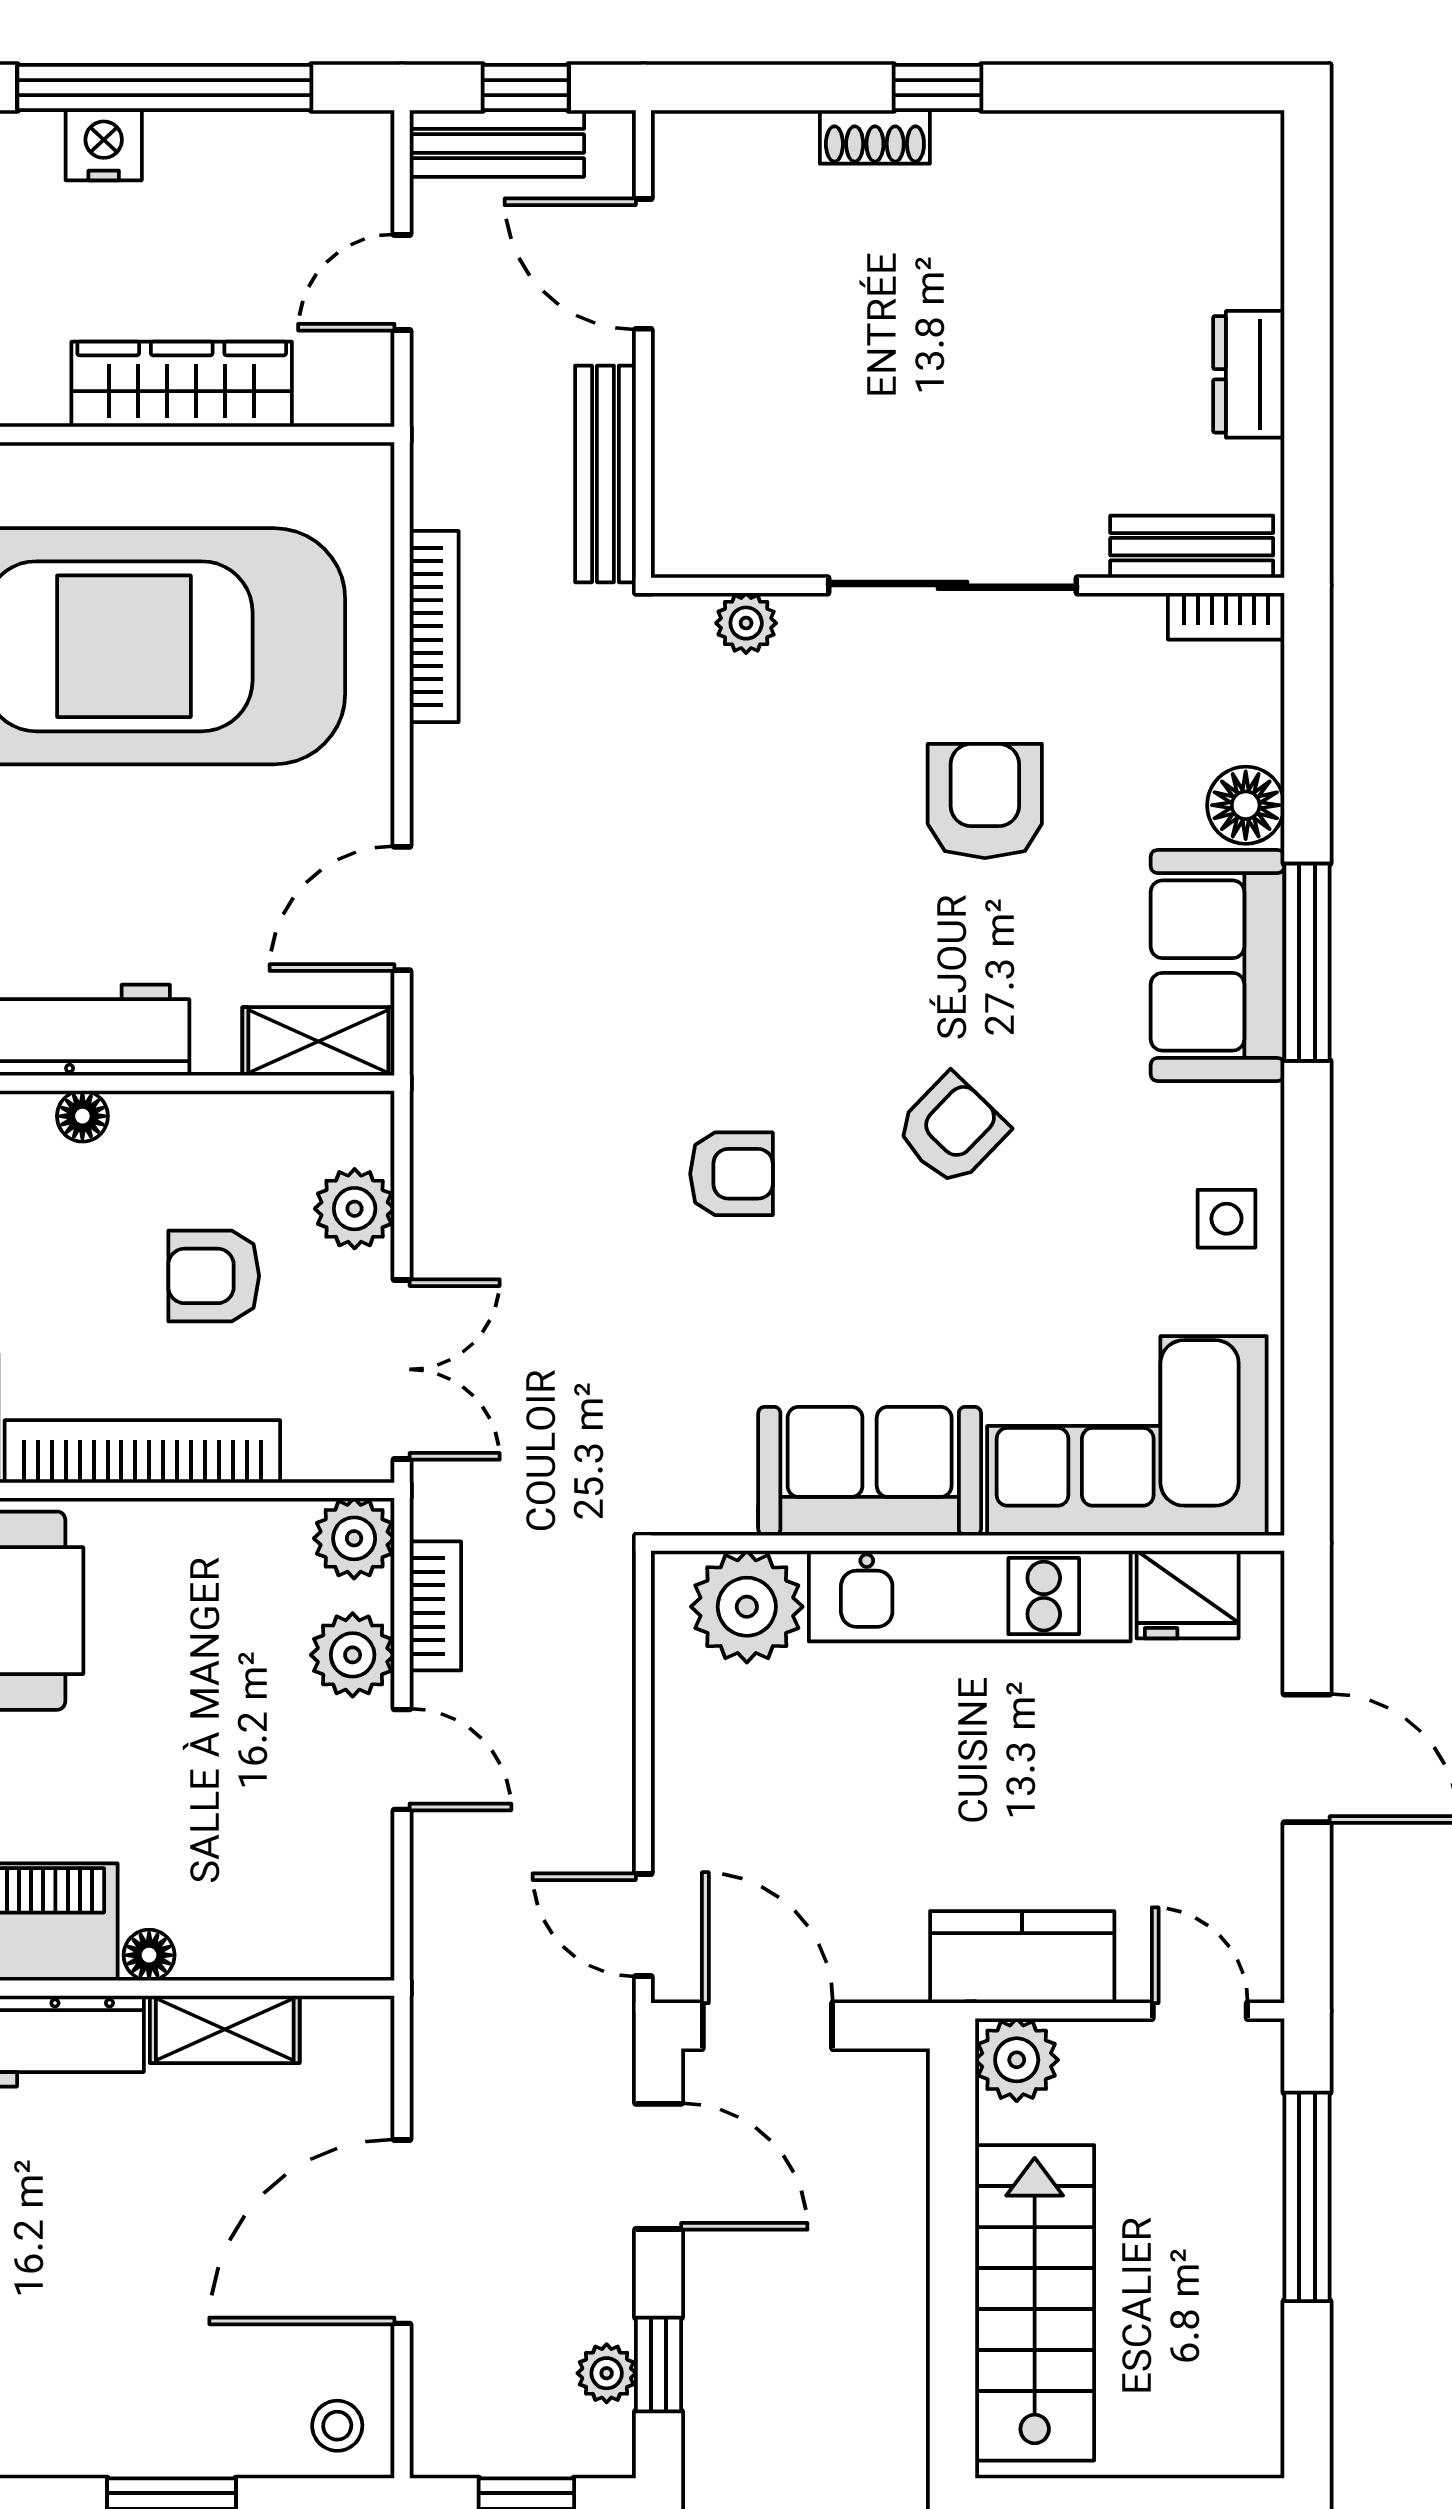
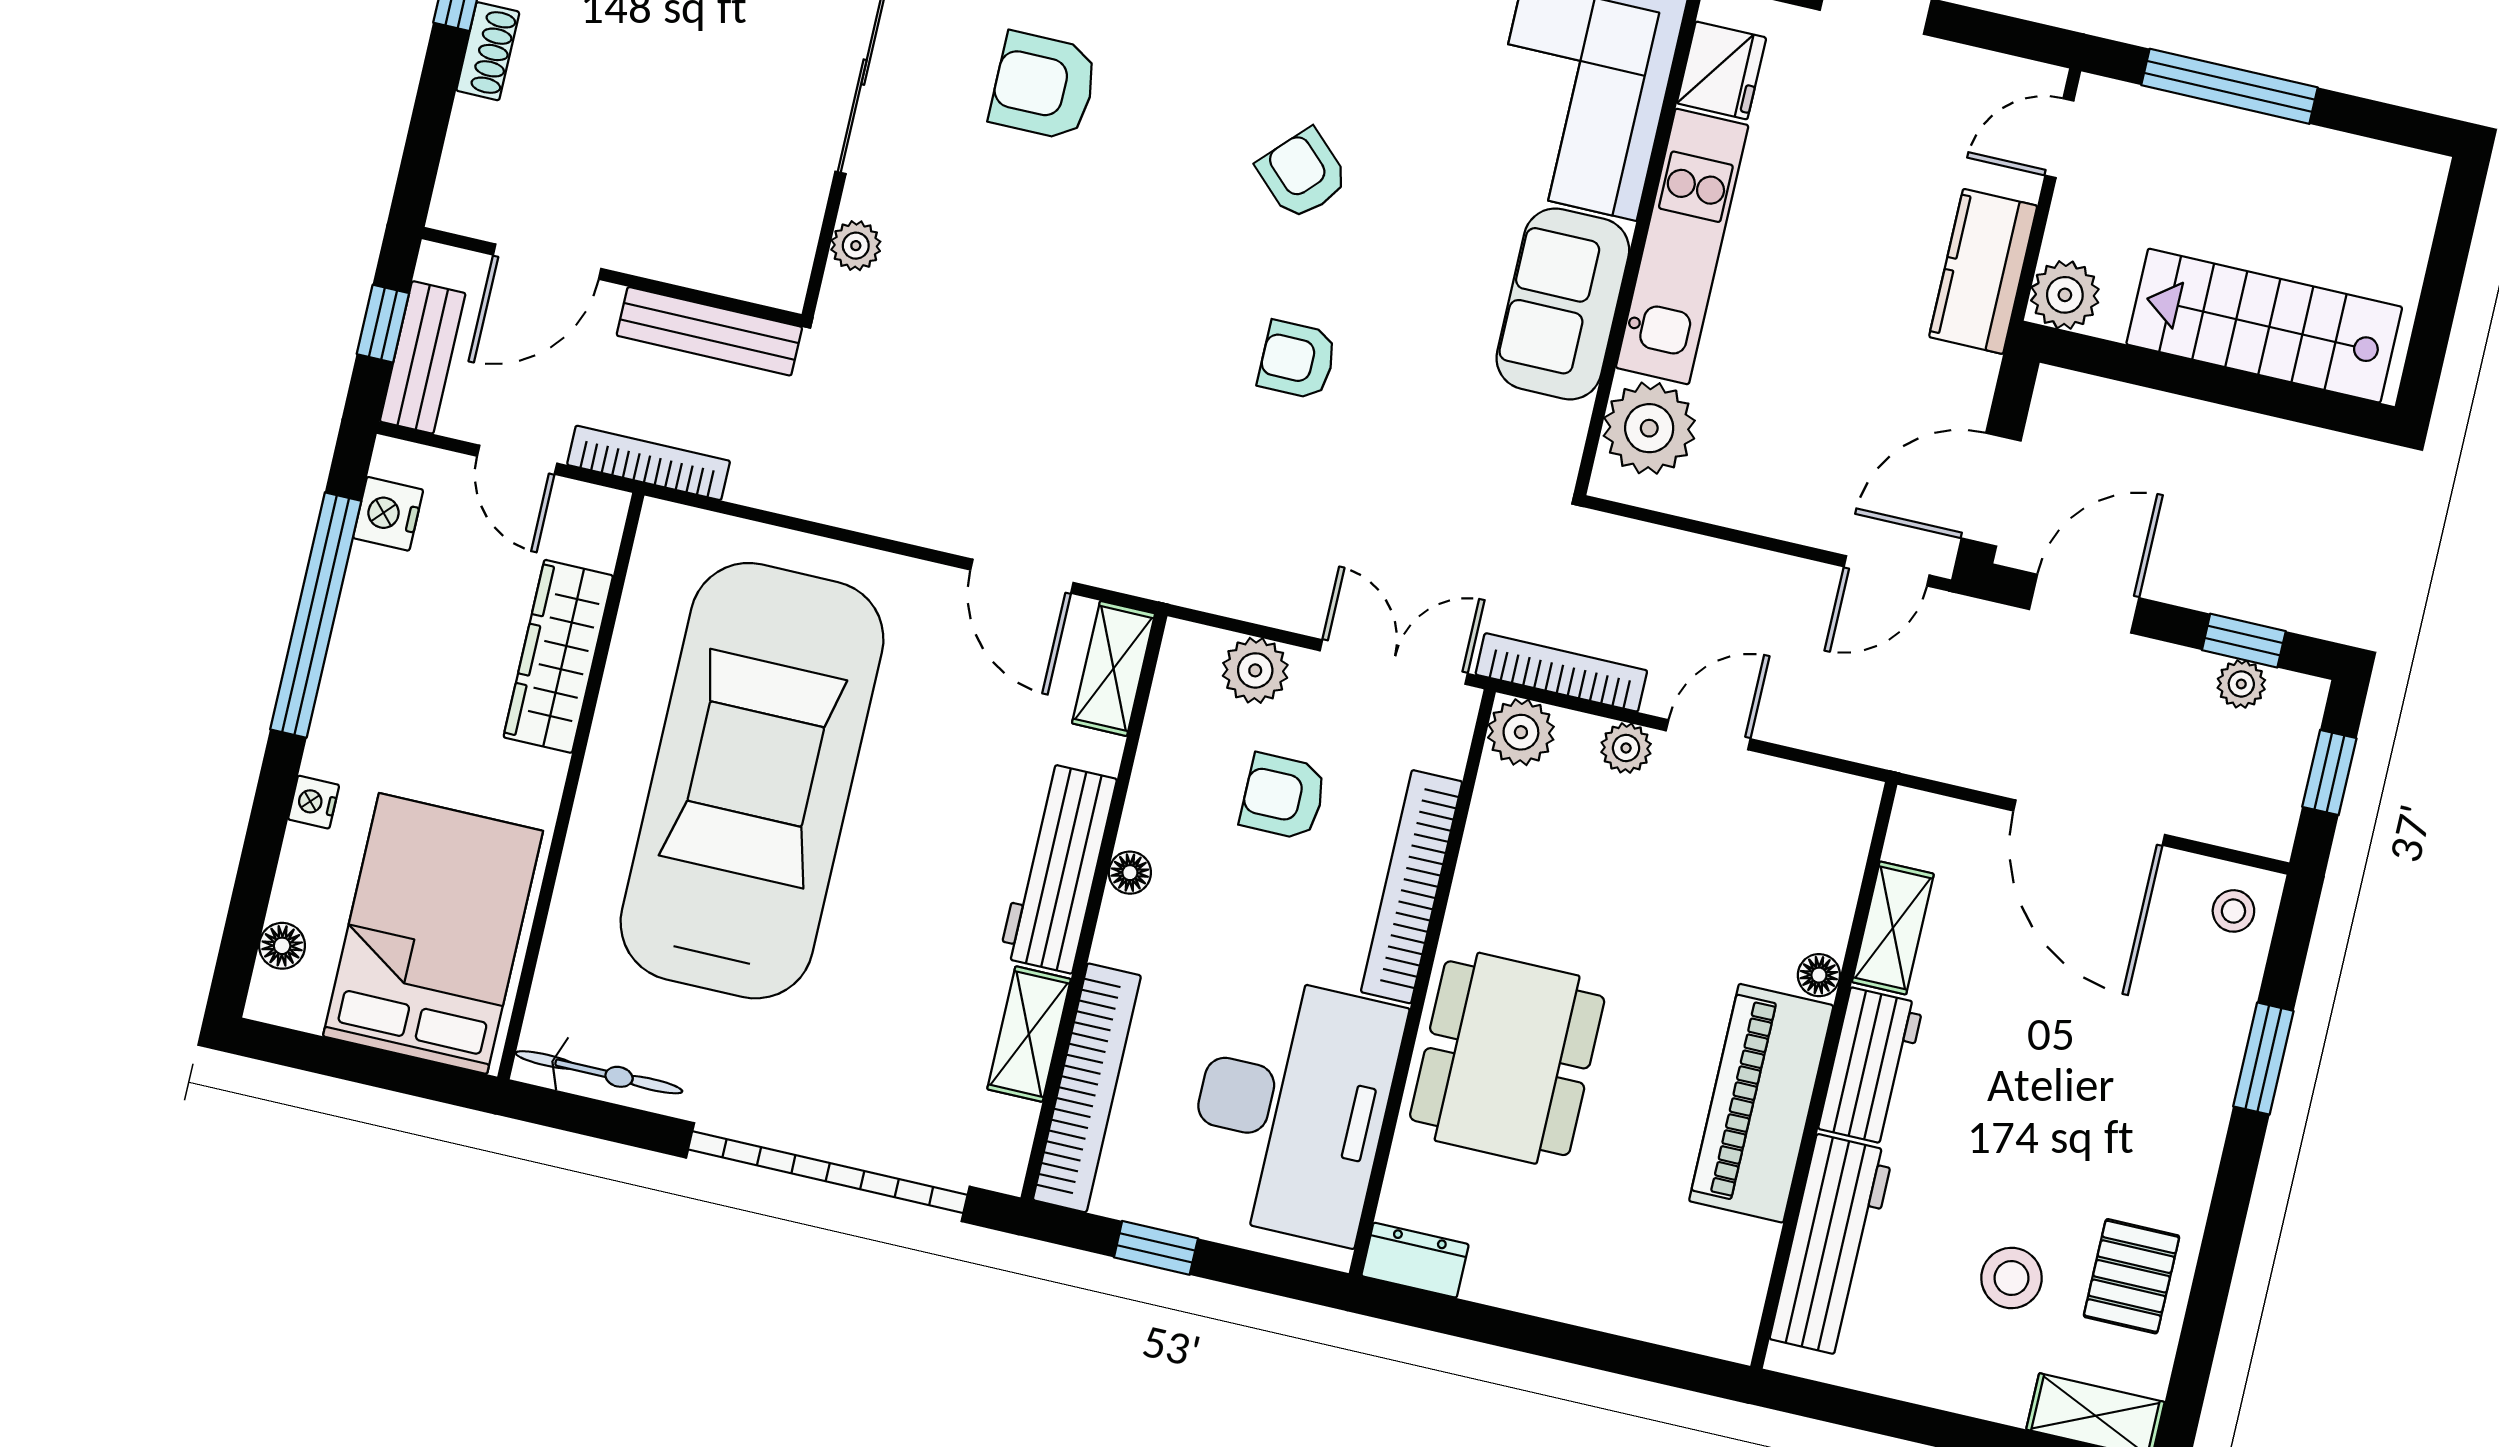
nightstand: (104, 145) -> (388, 514), moved
bookcase: (434, 626) -> (649, 463), moved
armchair: (732, 1174) -> (1297, 360), turned -90
armchair: (214, 1276) -> (1283, 797), turned 90
bookcase: (435, 1606) -> (1561, 672), width x1.56
plant: (353, 1655) -> (1626, 748), width x0.73, depth x0.73

